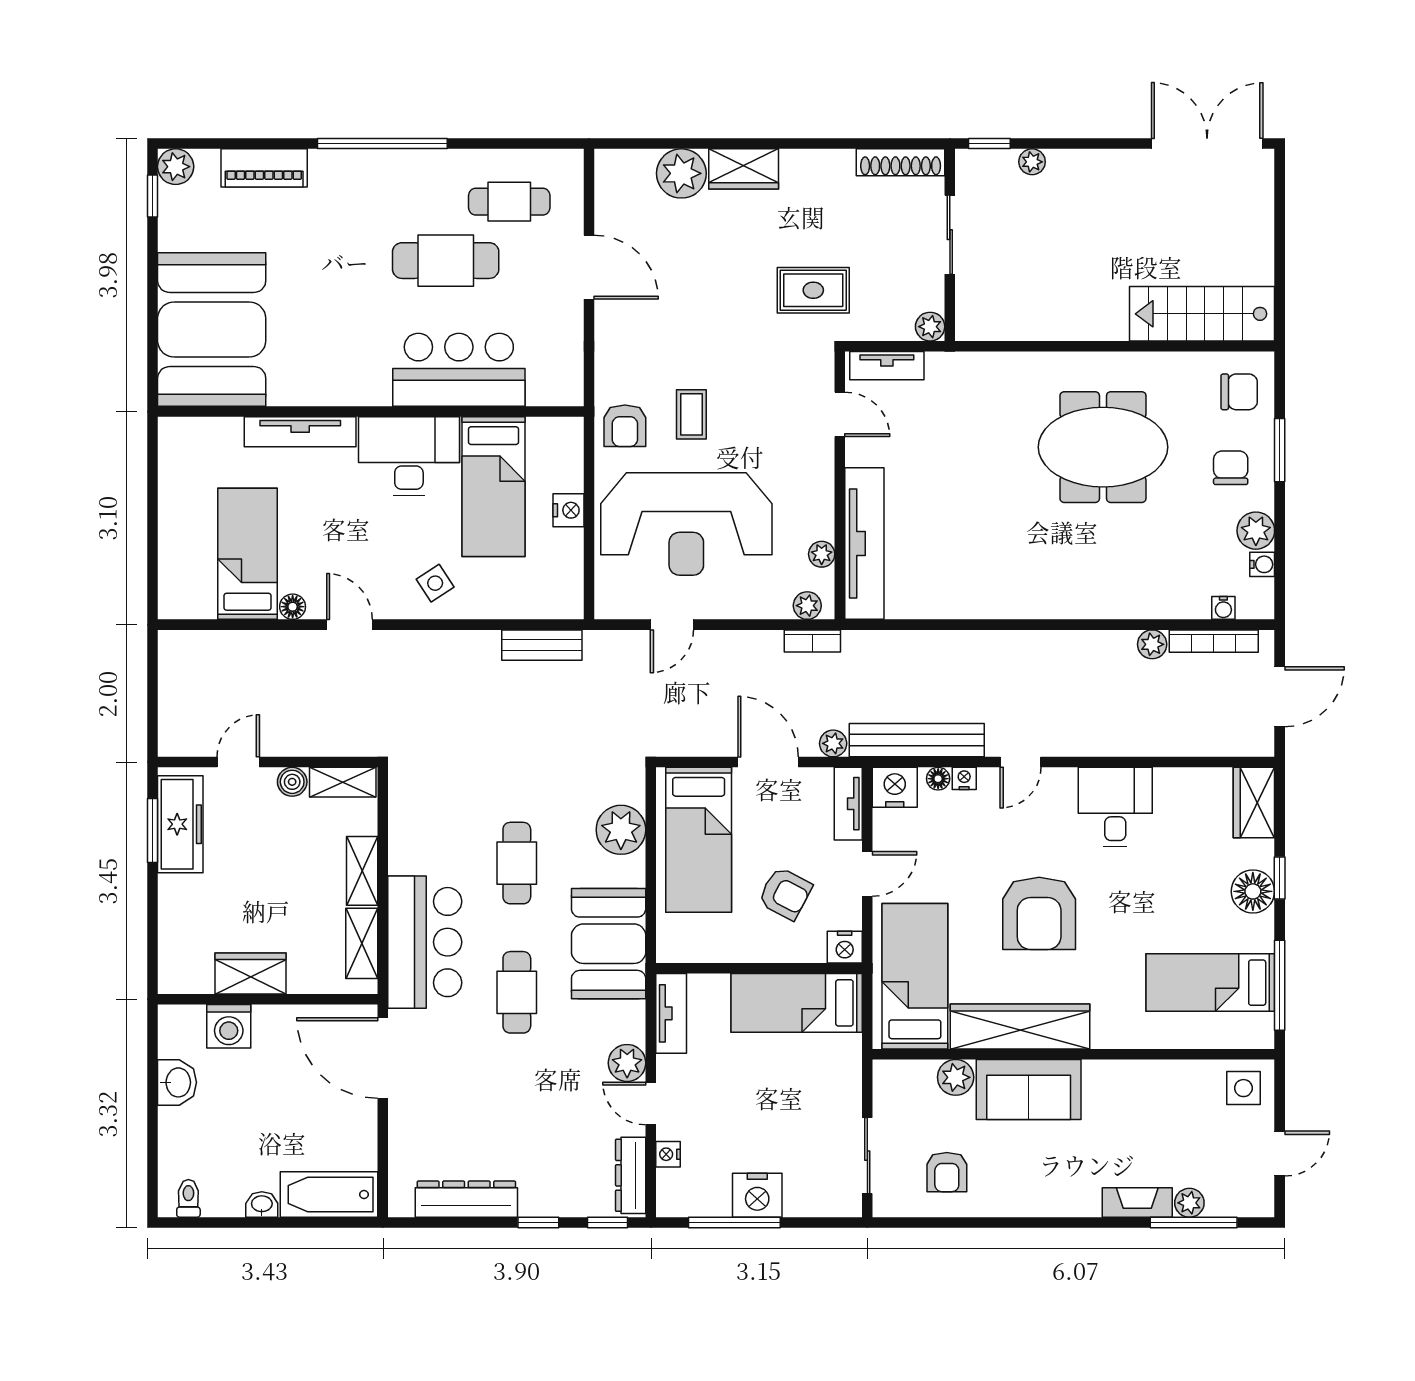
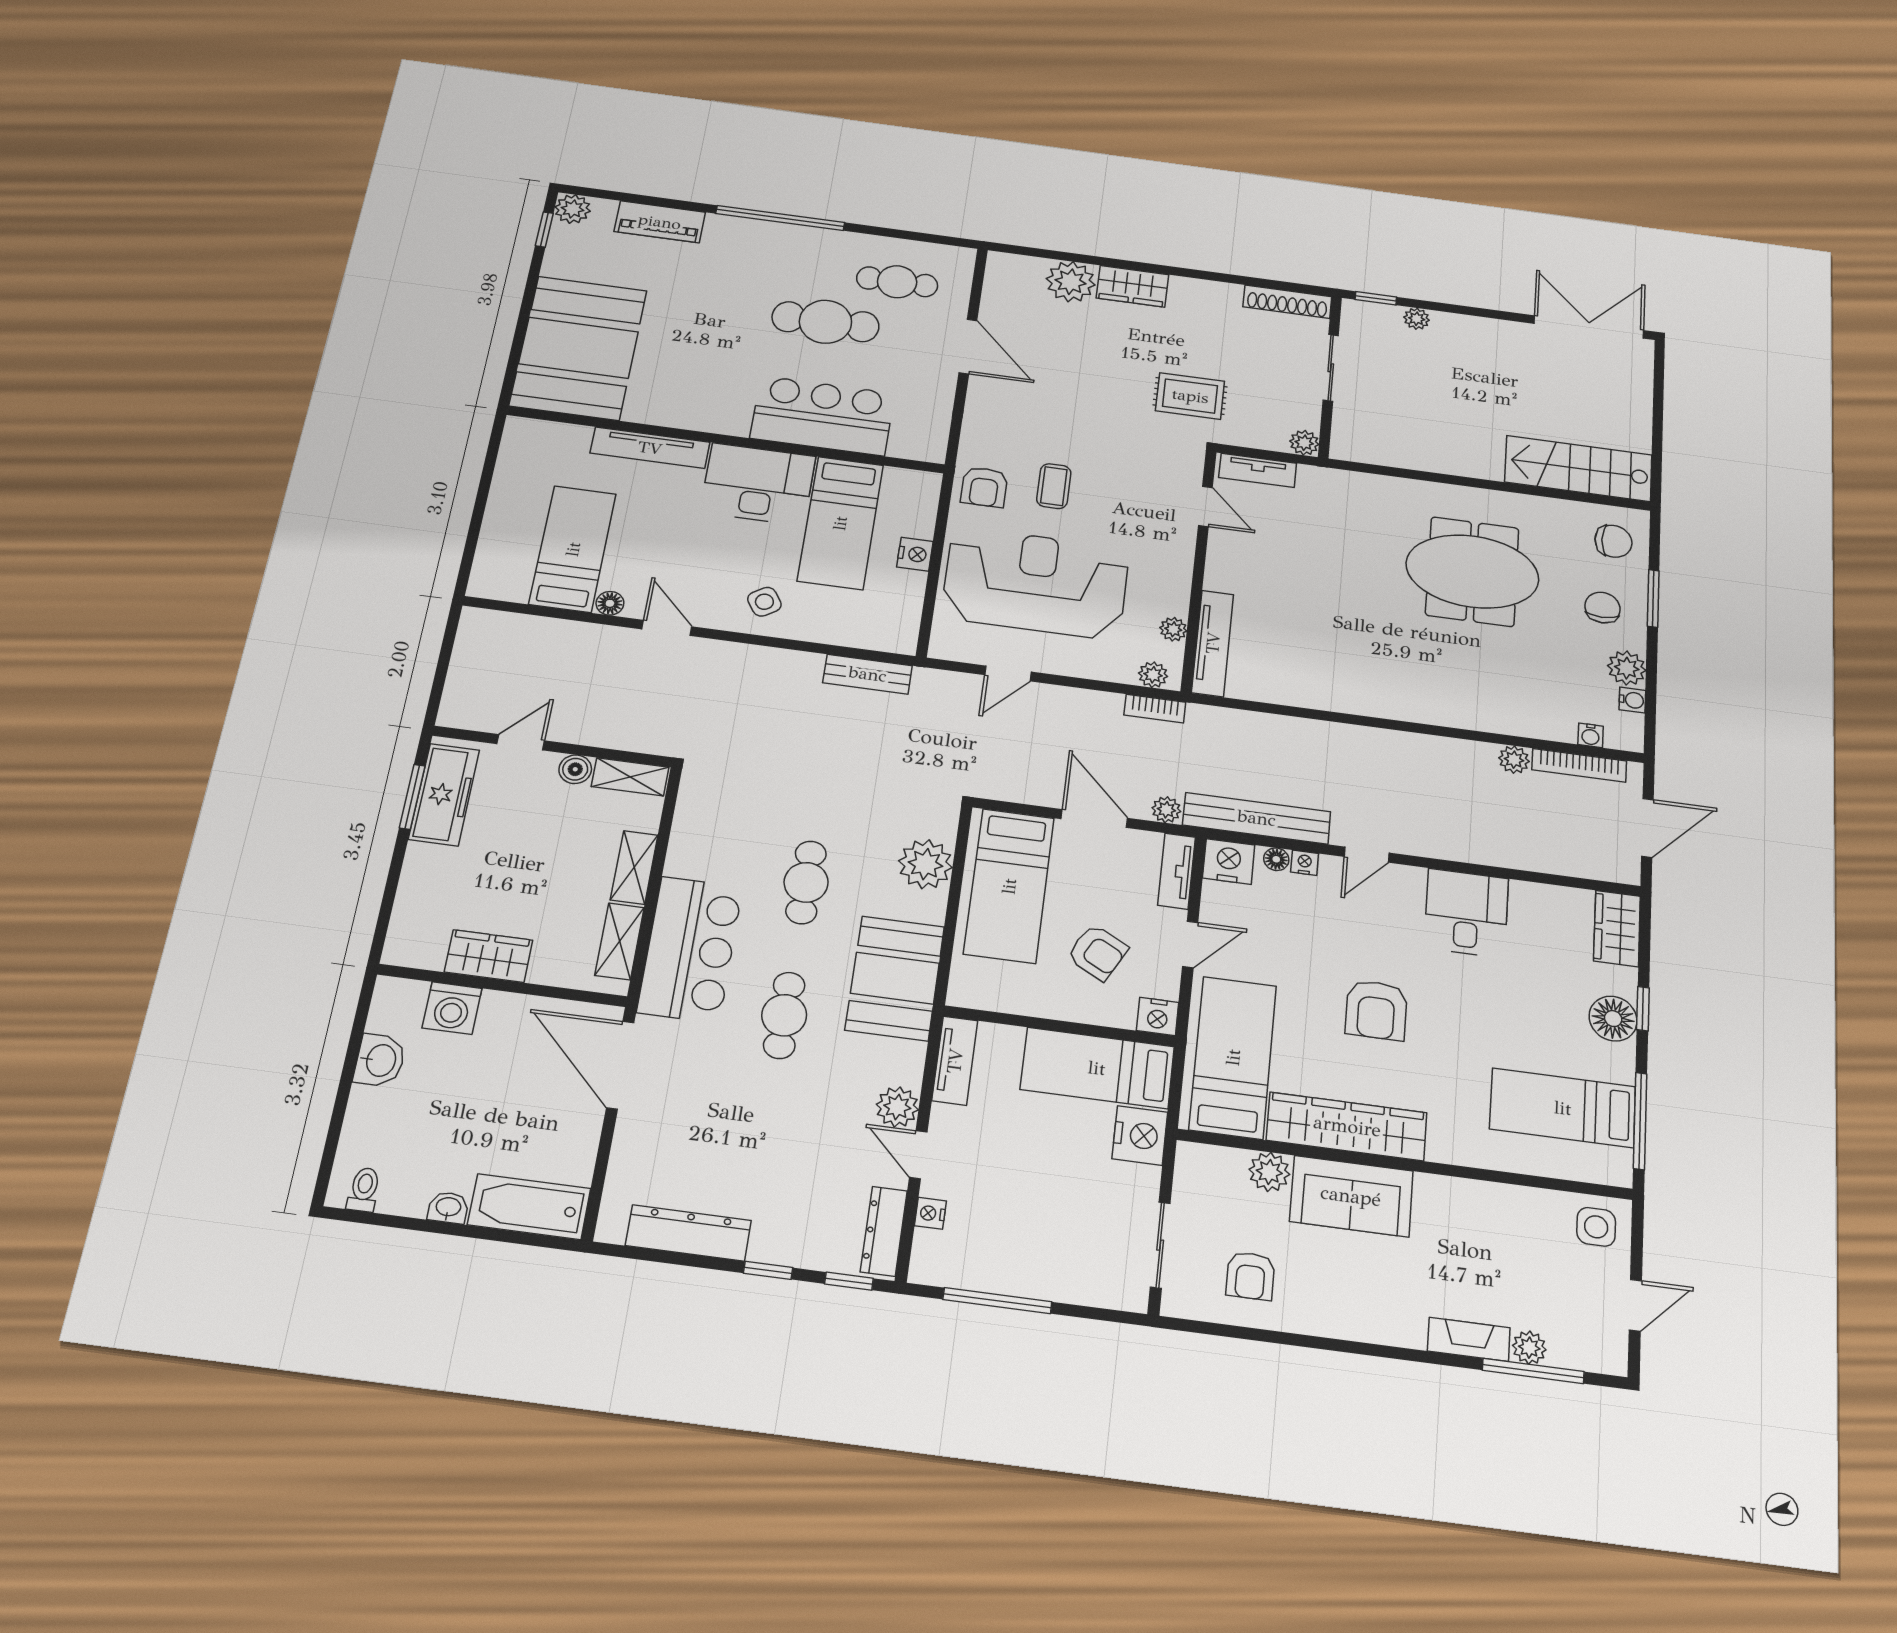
reception desk: (686, 524) -> (1036, 583), turned 180
tv unit: (864, 544) -> (1213, 643), width x0.73, depth x0.78
armchair: (1039, 913) -> (1376, 1010), width x0.73, depth x0.73
nightstand: (757, 1195) -> (1140, 1135), moved, turned -90

